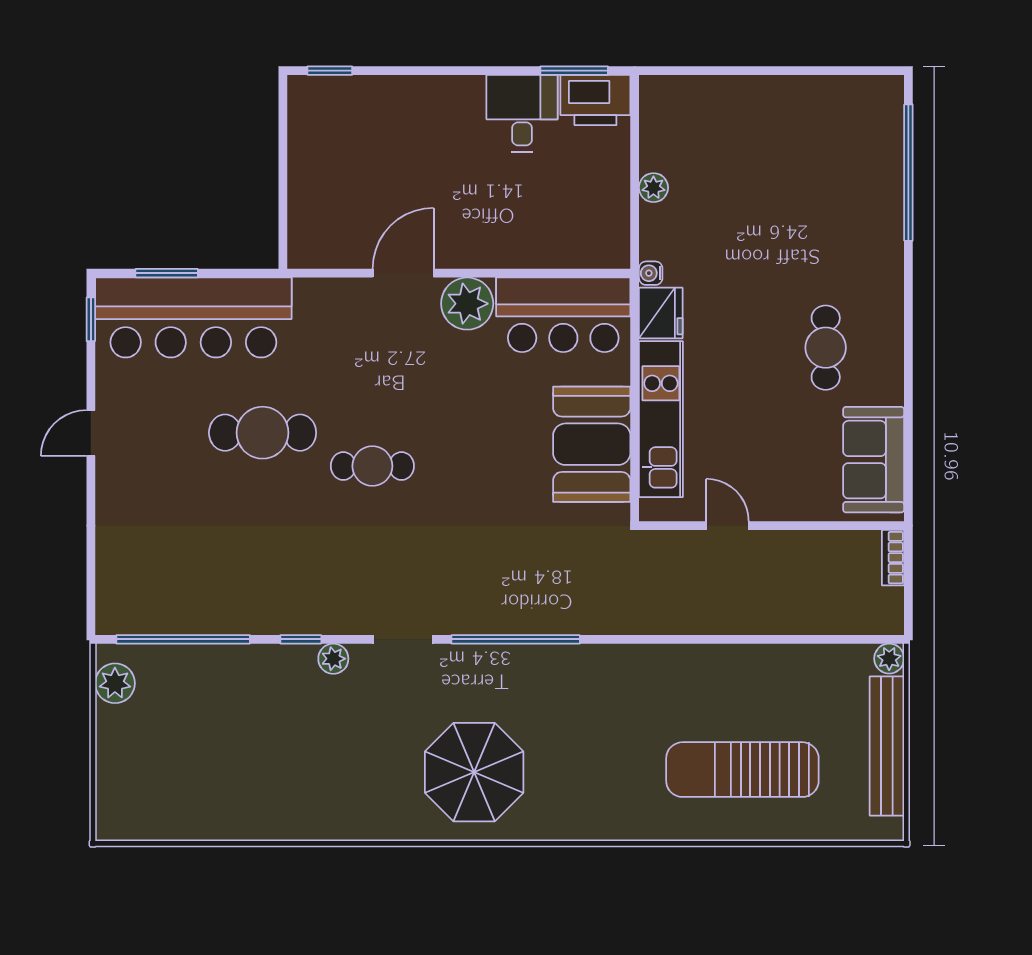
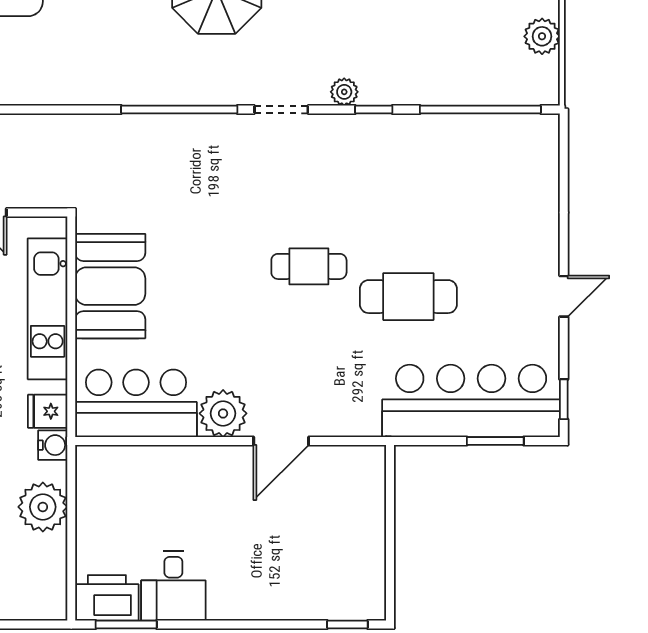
plant: (653, 188) -> (43, 507), width x1.87, depth x1.87
water cooler: (651, 273) -> (53, 445), width x1.38, depth x1.38
fridge: (661, 313) -> (48, 411), width x0.72
plant: (115, 683) -> (542, 36), moved

